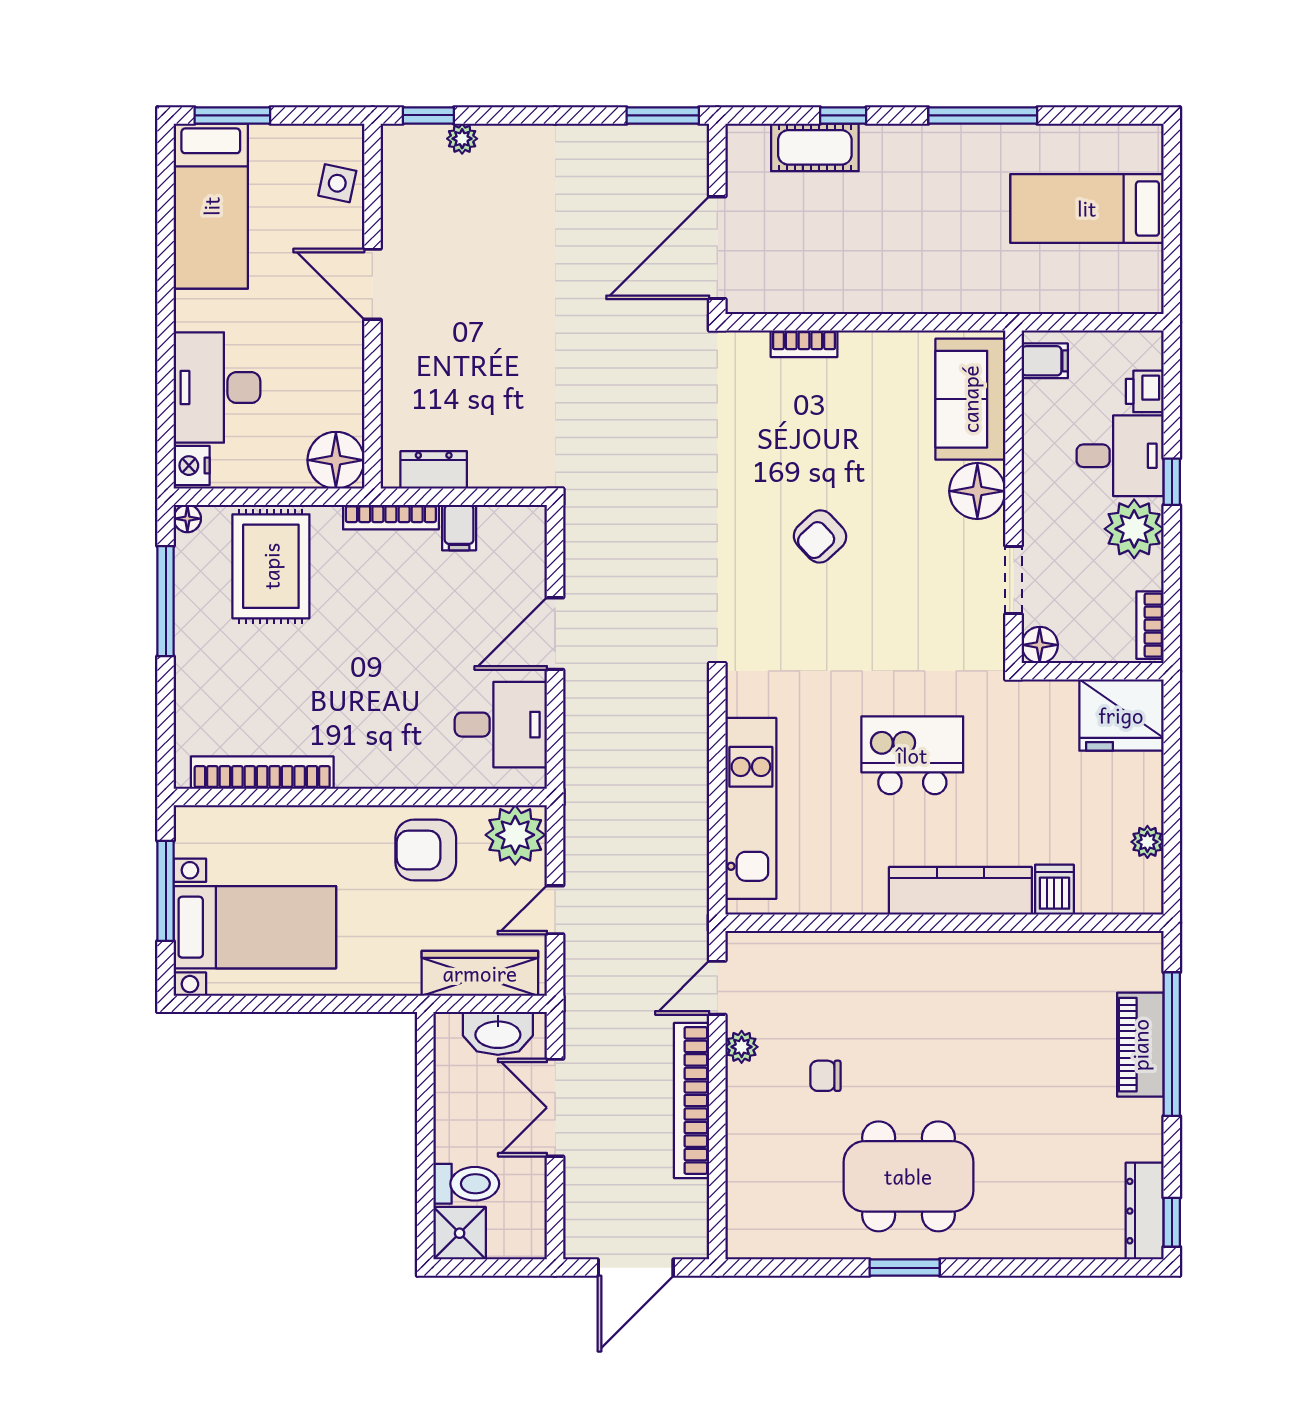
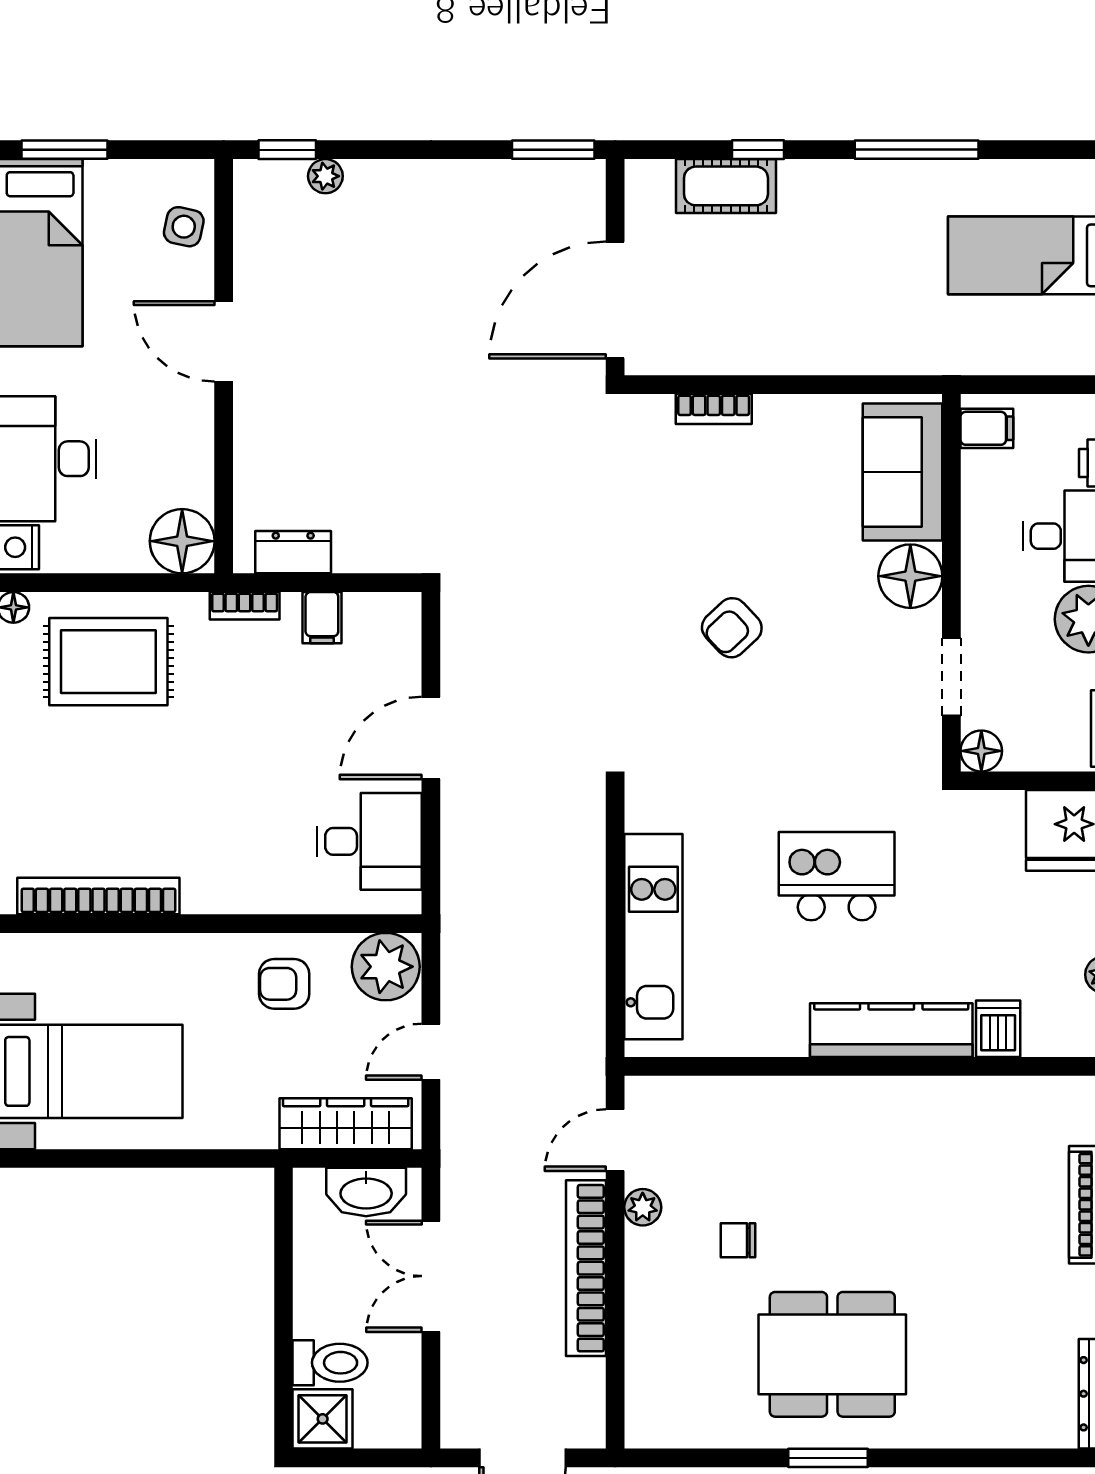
bookcase: (391, 517) -> (245, 606), width x0.64
rug: (271, 566) -> (108, 662), turned 90
armchair: (426, 850) -> (284, 984), width x0.72, depth x0.72

